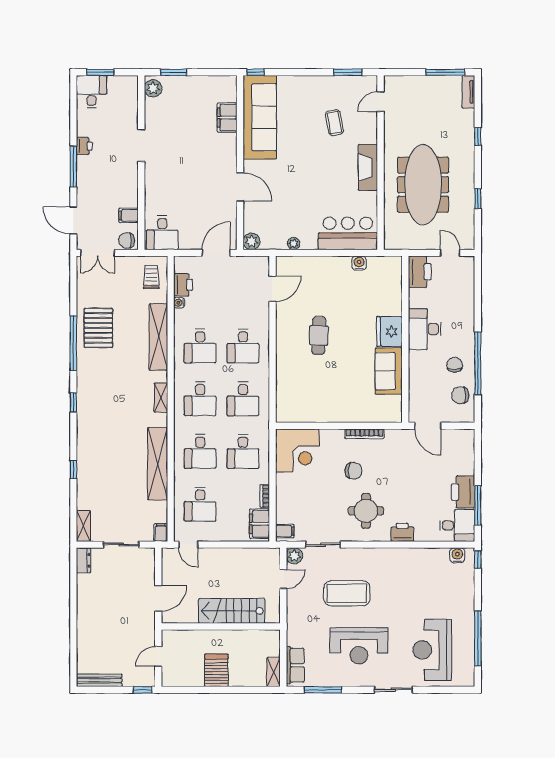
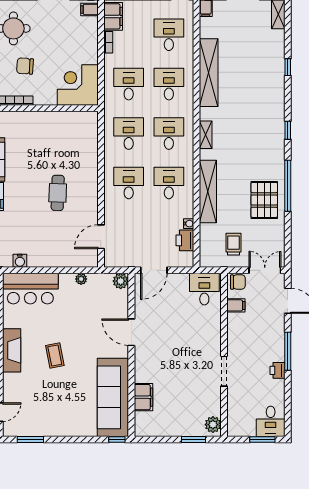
coffee table: (334, 123) -> (55, 355), moved
trolley: (151, 277) -> (234, 244), moved, turned 180

